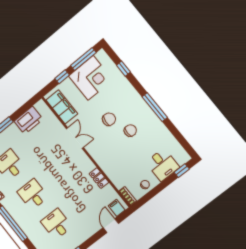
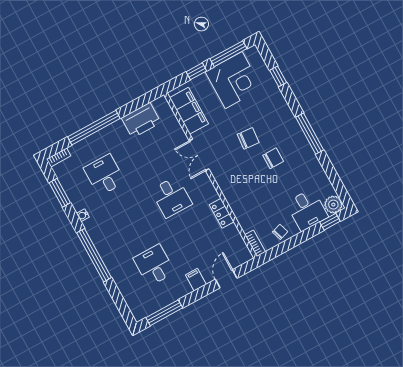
double door: (75, 138) -> (199, 155), swing flipped
plant: (182, 157) -> (333, 205), added
desk: (33, 194) -> (171, 197), moved, turned 180
filing cabinet: (117, 208) -> (196, 280), moved

